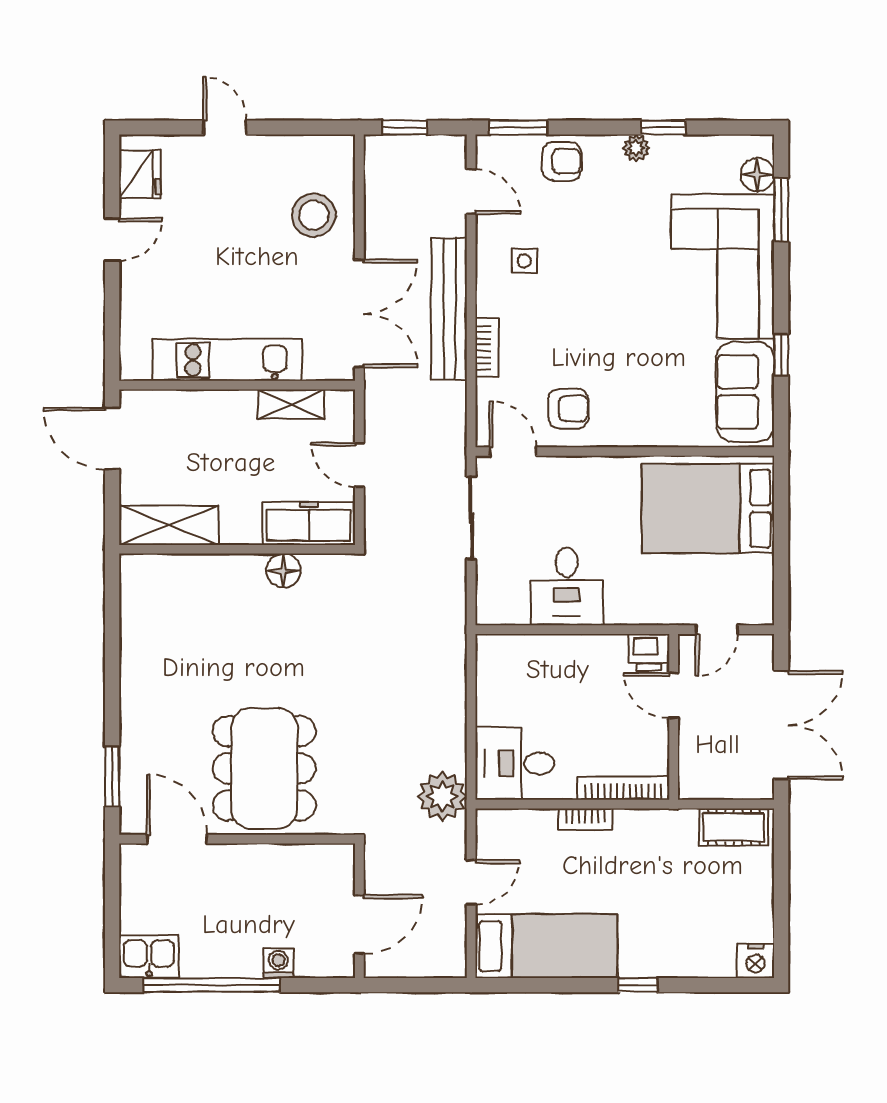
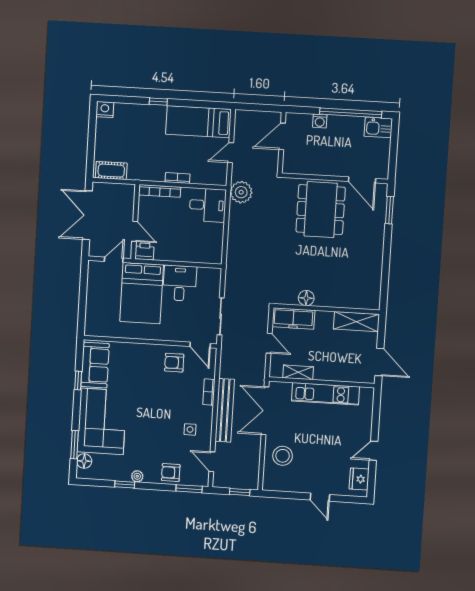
bed: (708, 509) -> (142, 293), moved, turned 90

